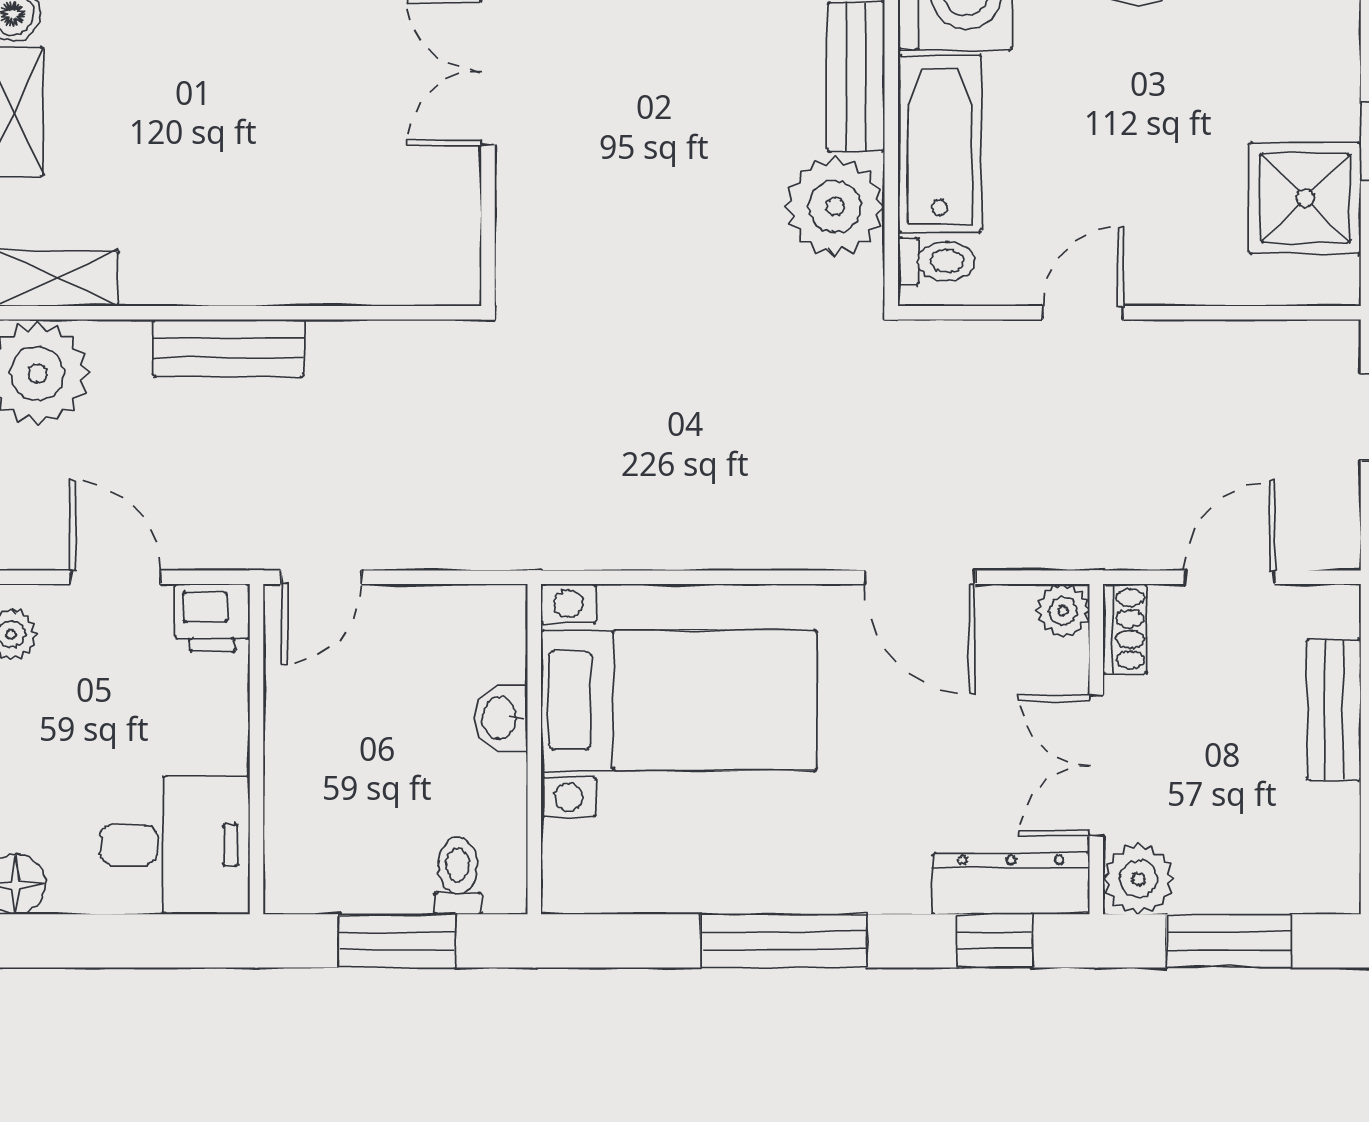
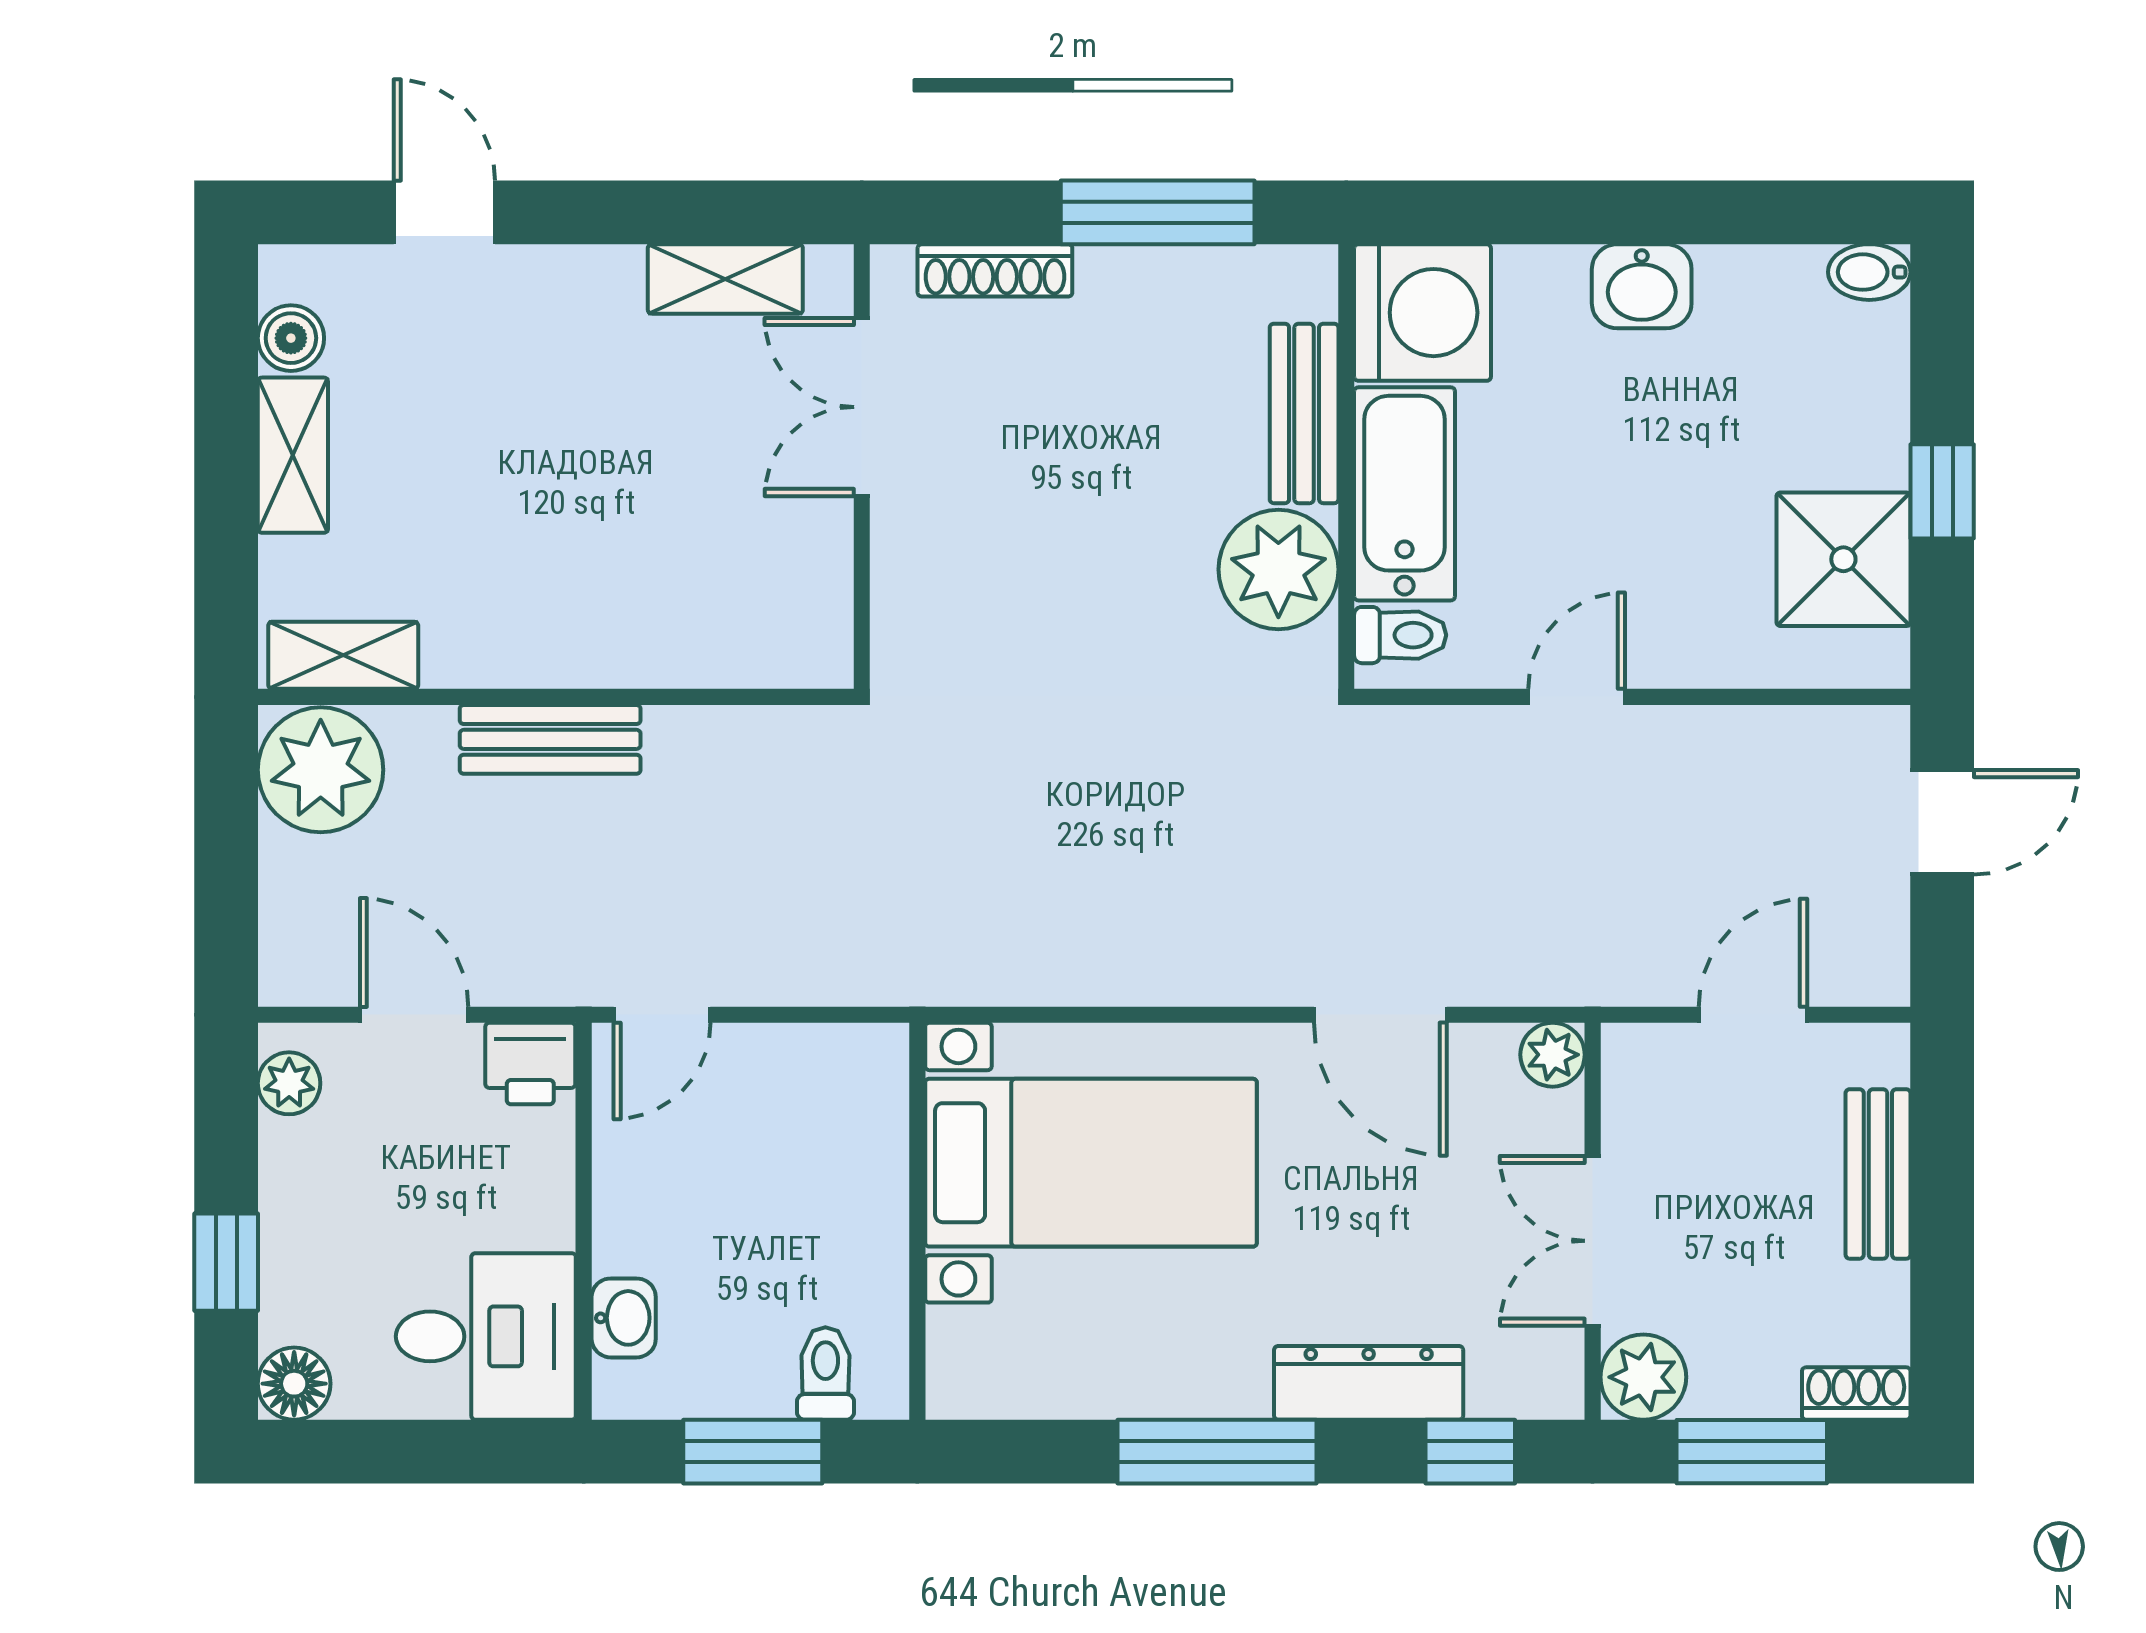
shoe rack: (1125, 629) -> (1856, 1394), moved, turned -90
washbasin: (501, 718) -> (624, 1318), moved, turned 180
dresser: (1011, 884) -> (1369, 1383), moved

